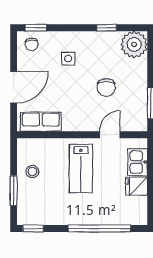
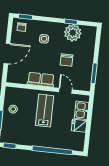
plant: (134, 44) -> (73, 33), moved
row of seats: (41, 122) -> (41, 80), moved
door: (110, 135) -> (65, 91), hinge flipped
lab bench: (81, 169) -> (45, 111), turned 180

